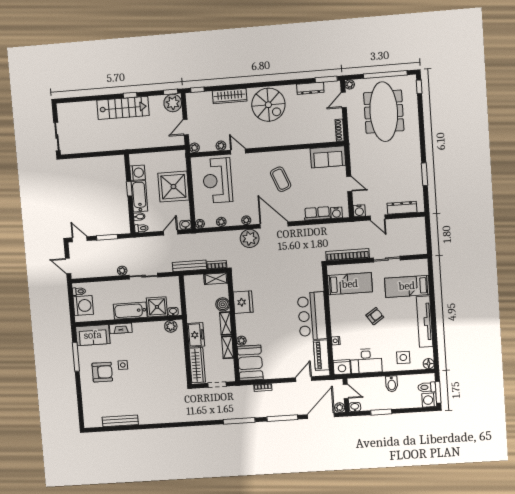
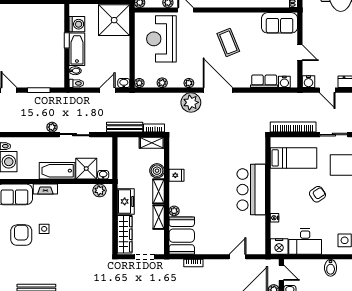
shower: (173, 187) -> (114, 20), moved
fridge: (243, 302) -> (176, 175), width x0.53, depth x0.75
piano: (321, 355) -> (258, 232), removed
armchair: (102, 372) -> (21, 235), turned -90

